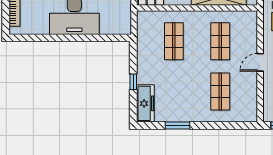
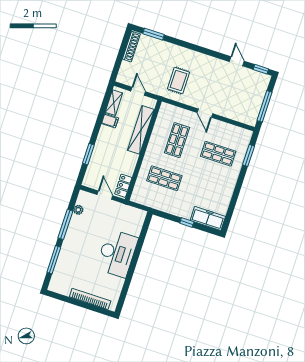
shop shelf: (220, 41) -> (177, 140), turned 90
window: (177, 126) -> (248, 155), moved

